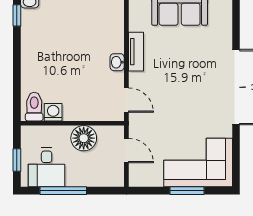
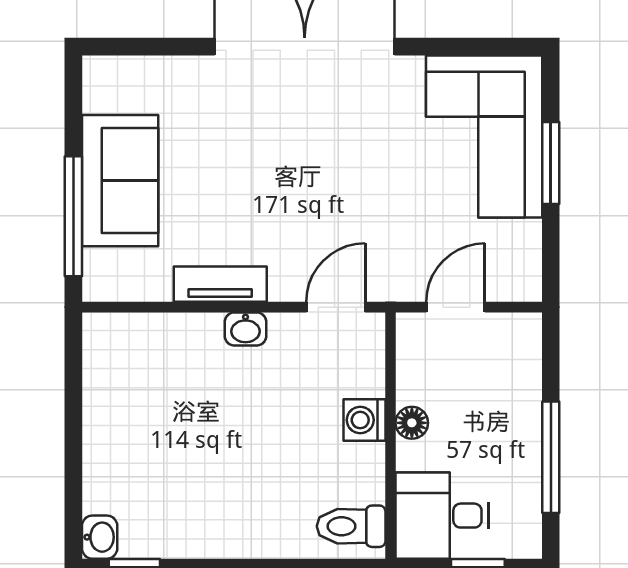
washing machine: (53, 112) -> (364, 420), moved
floor lamp: (84, 138) -> (412, 423), width x0.53, depth x0.53
desk: (47, 167) -> (442, 516), moved, turned 180

